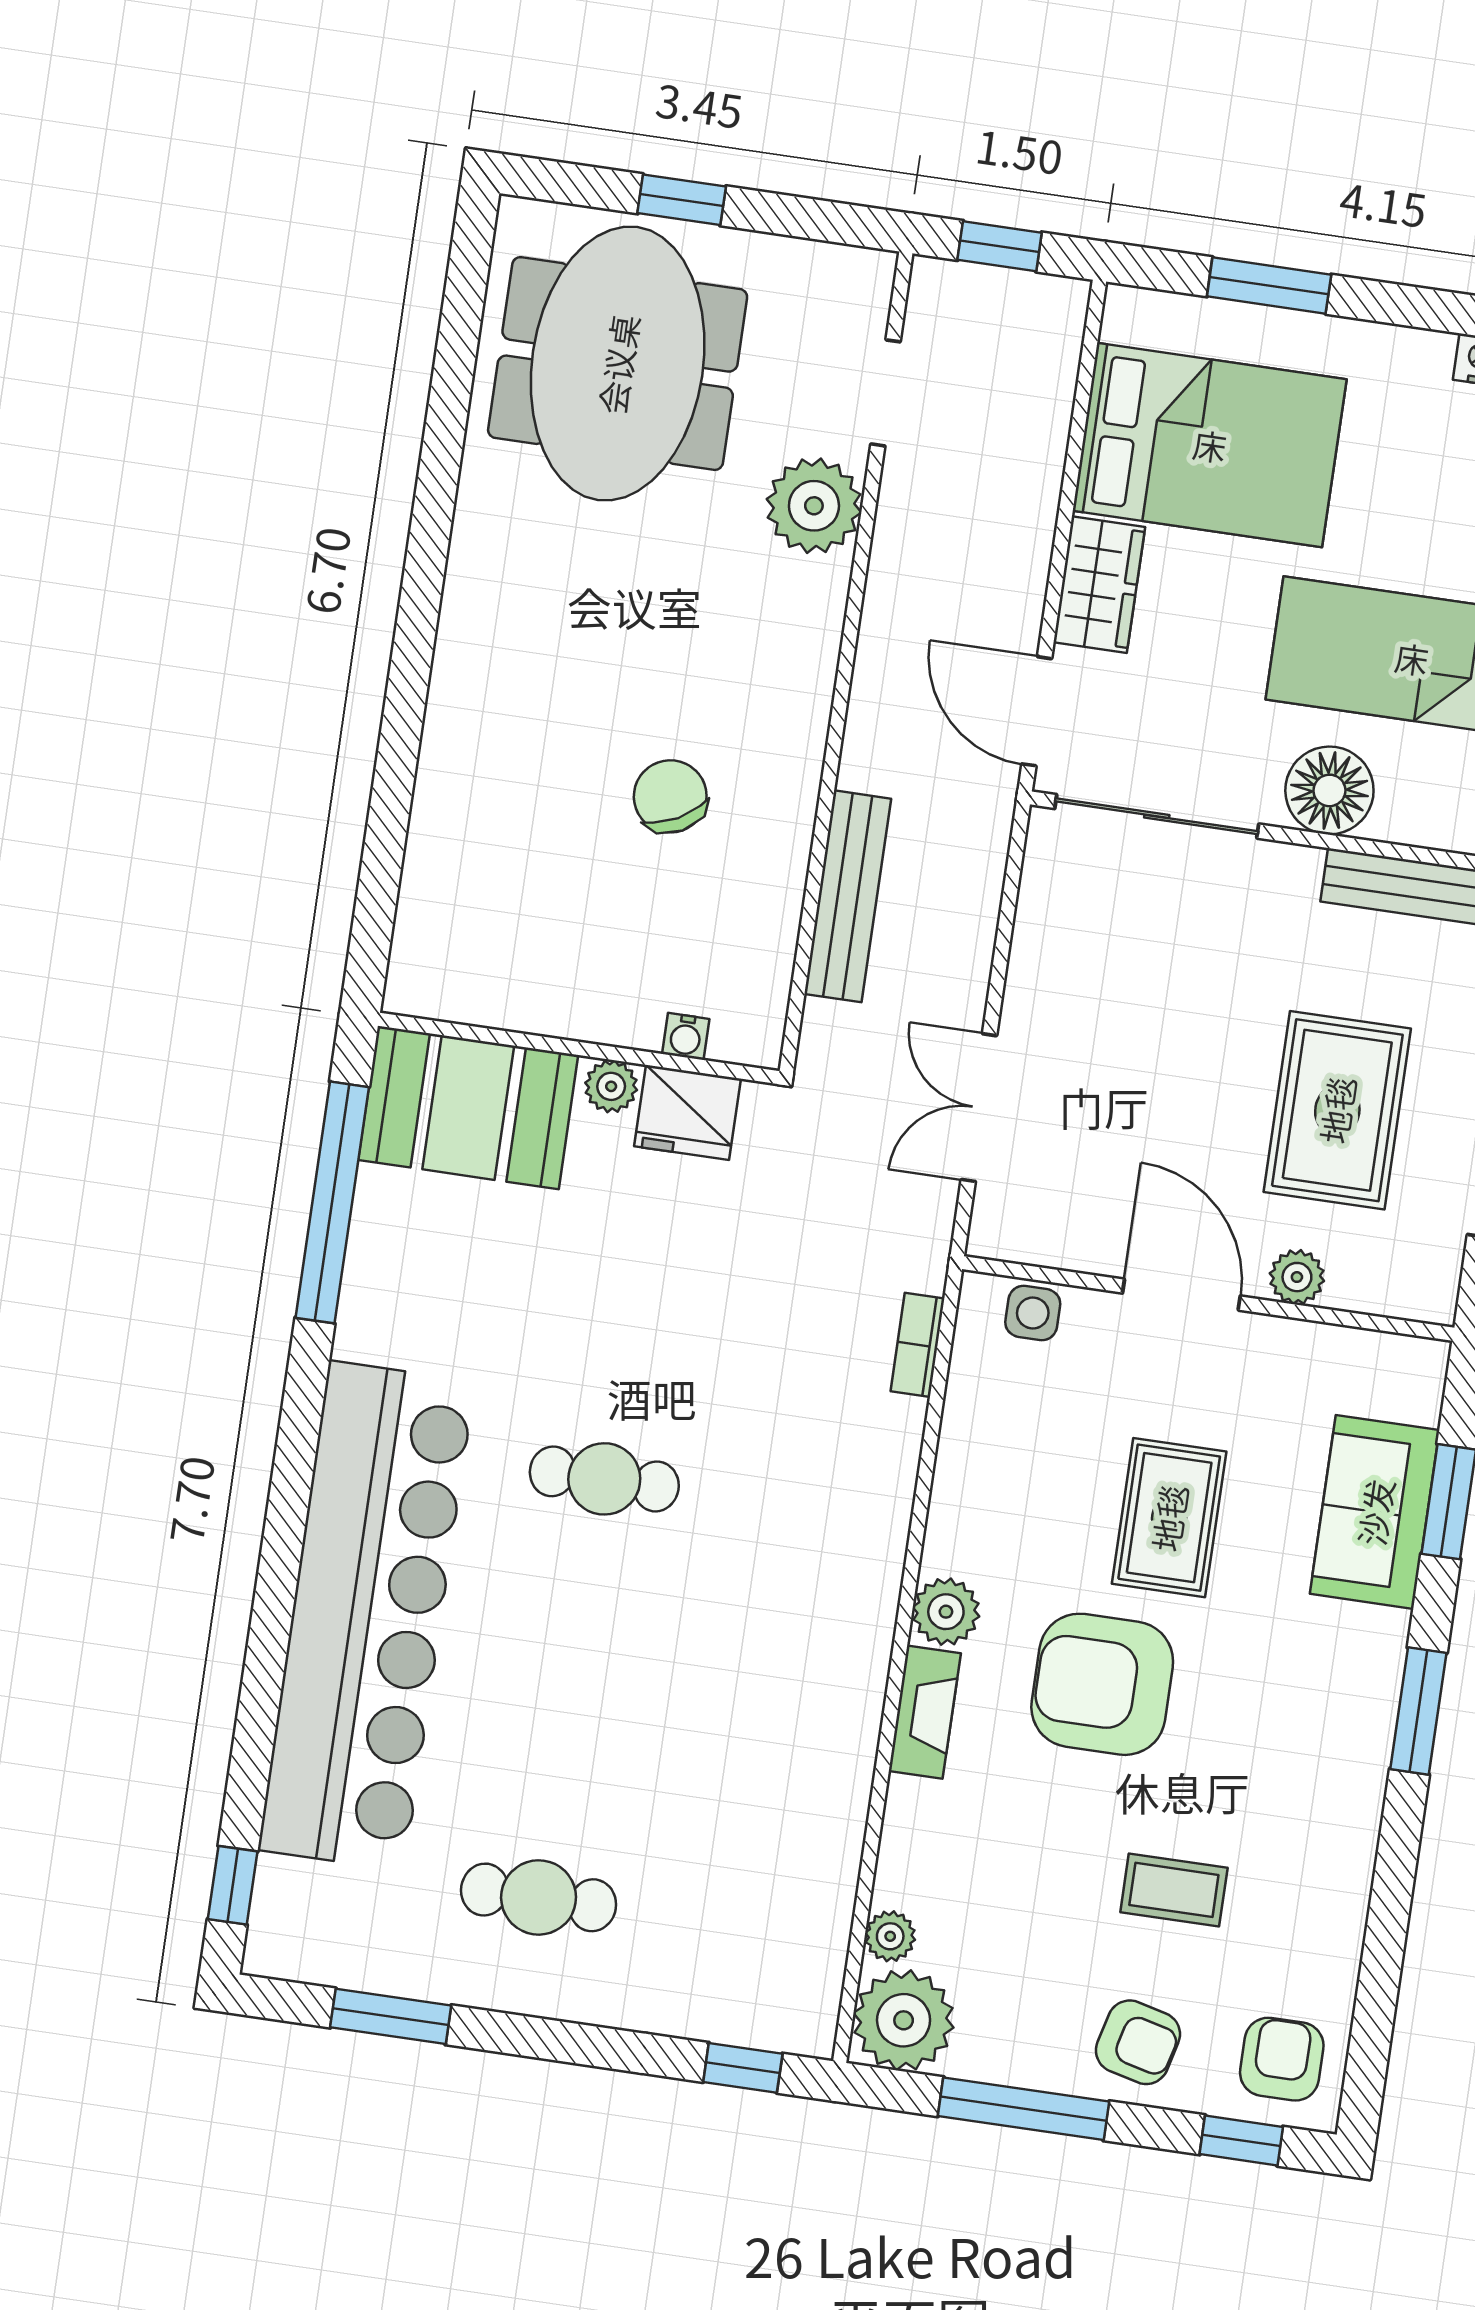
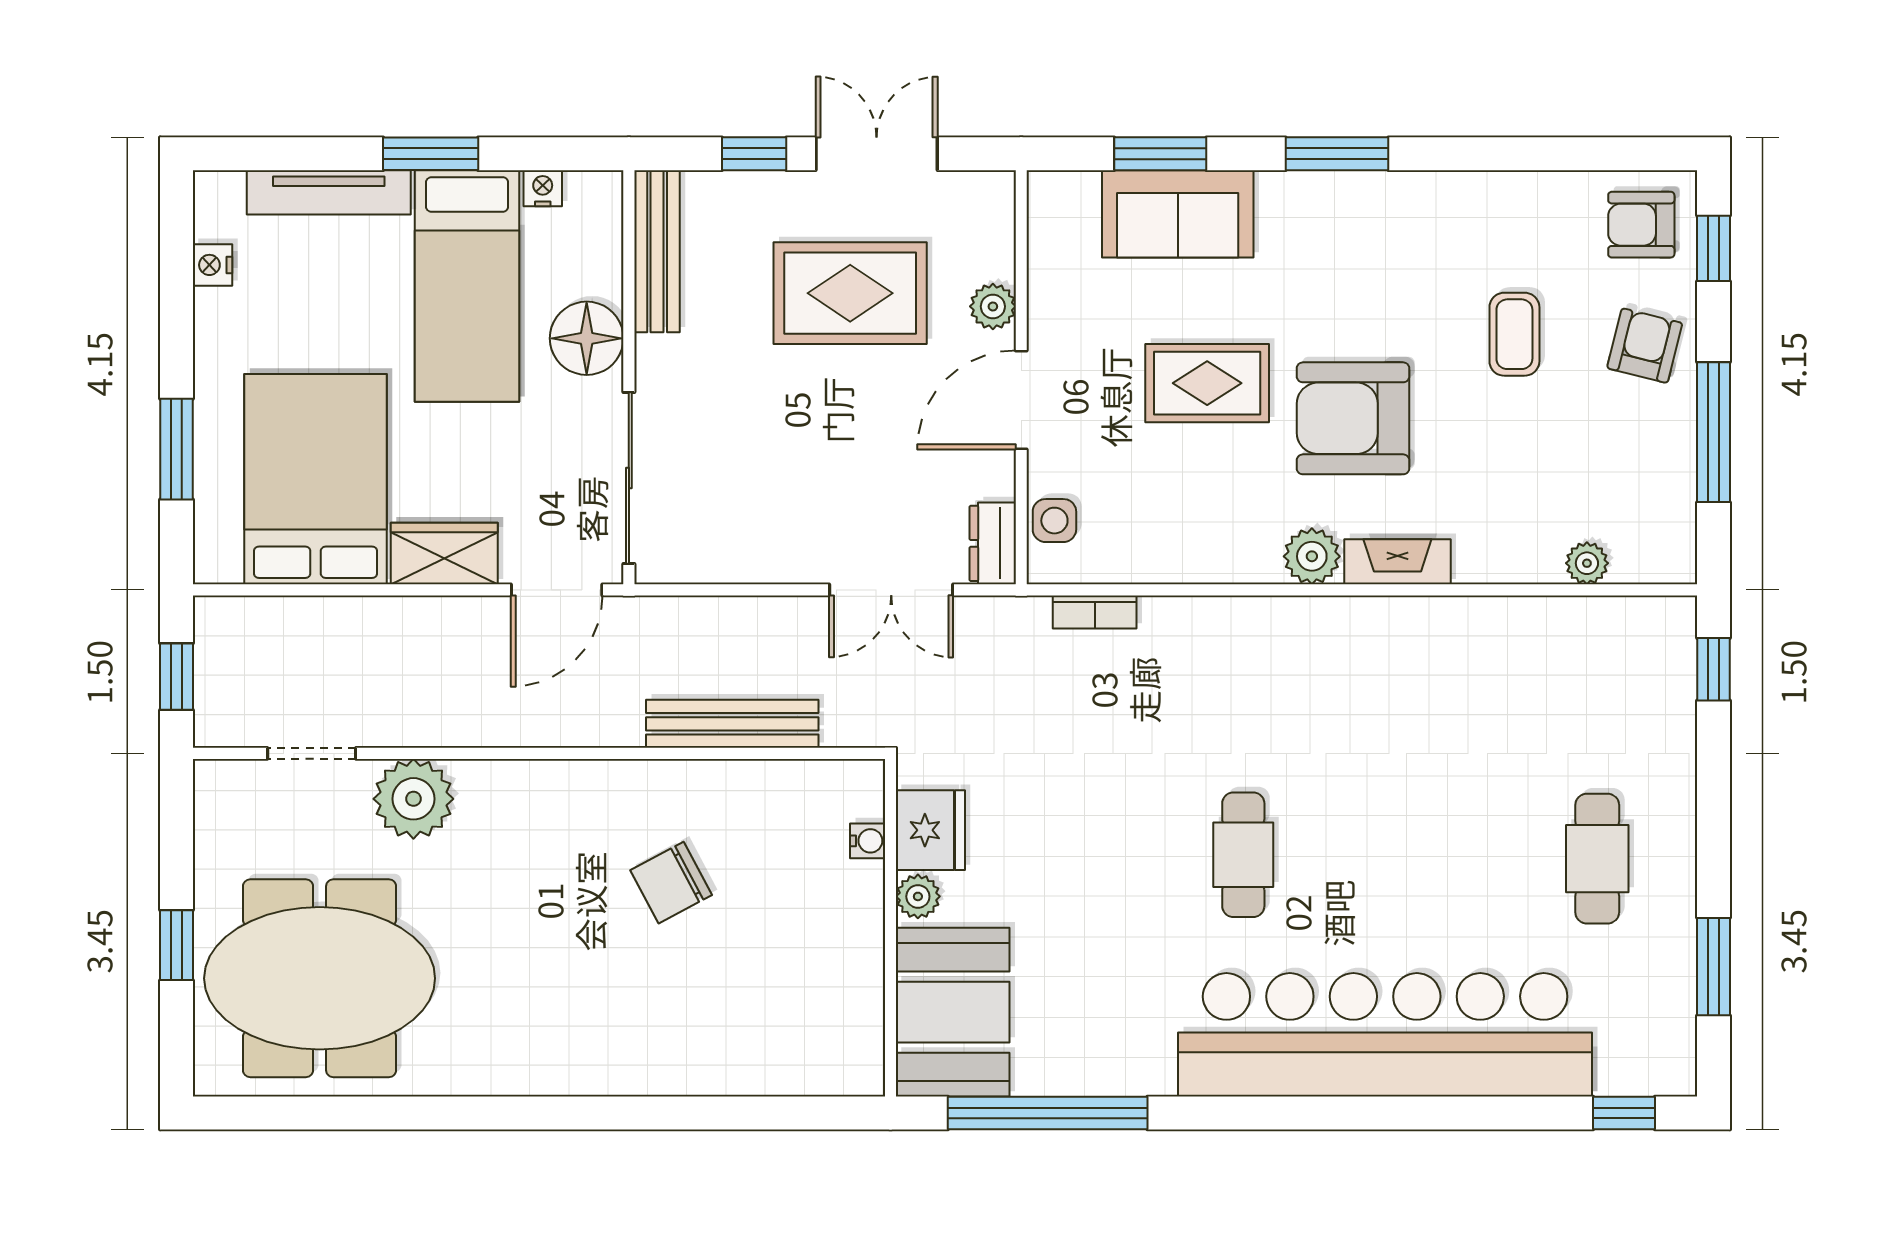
dresser: (1016, 1236) -> (993, 543), added
armchair: (1102, 1684) -> (1353, 418), turned 90
plant: (904, 2020) -> (1655, 542), removed

